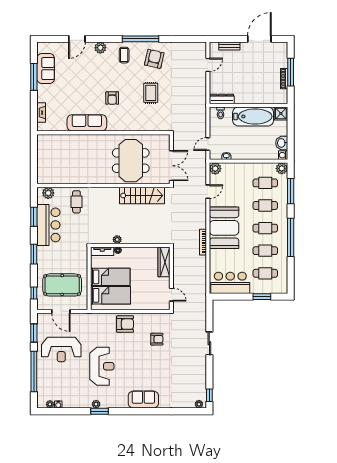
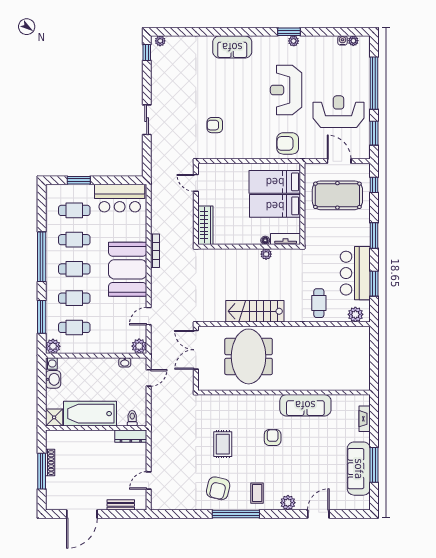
sofa: (46, 69) -> (359, 469), width x1.36
stairs: (142, 195) -> (255, 311), moved
armchair: (125, 324) -> (288, 143), moved

